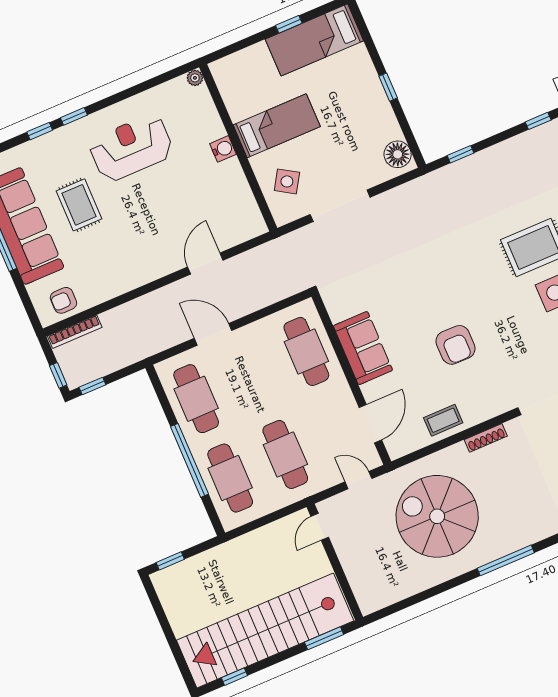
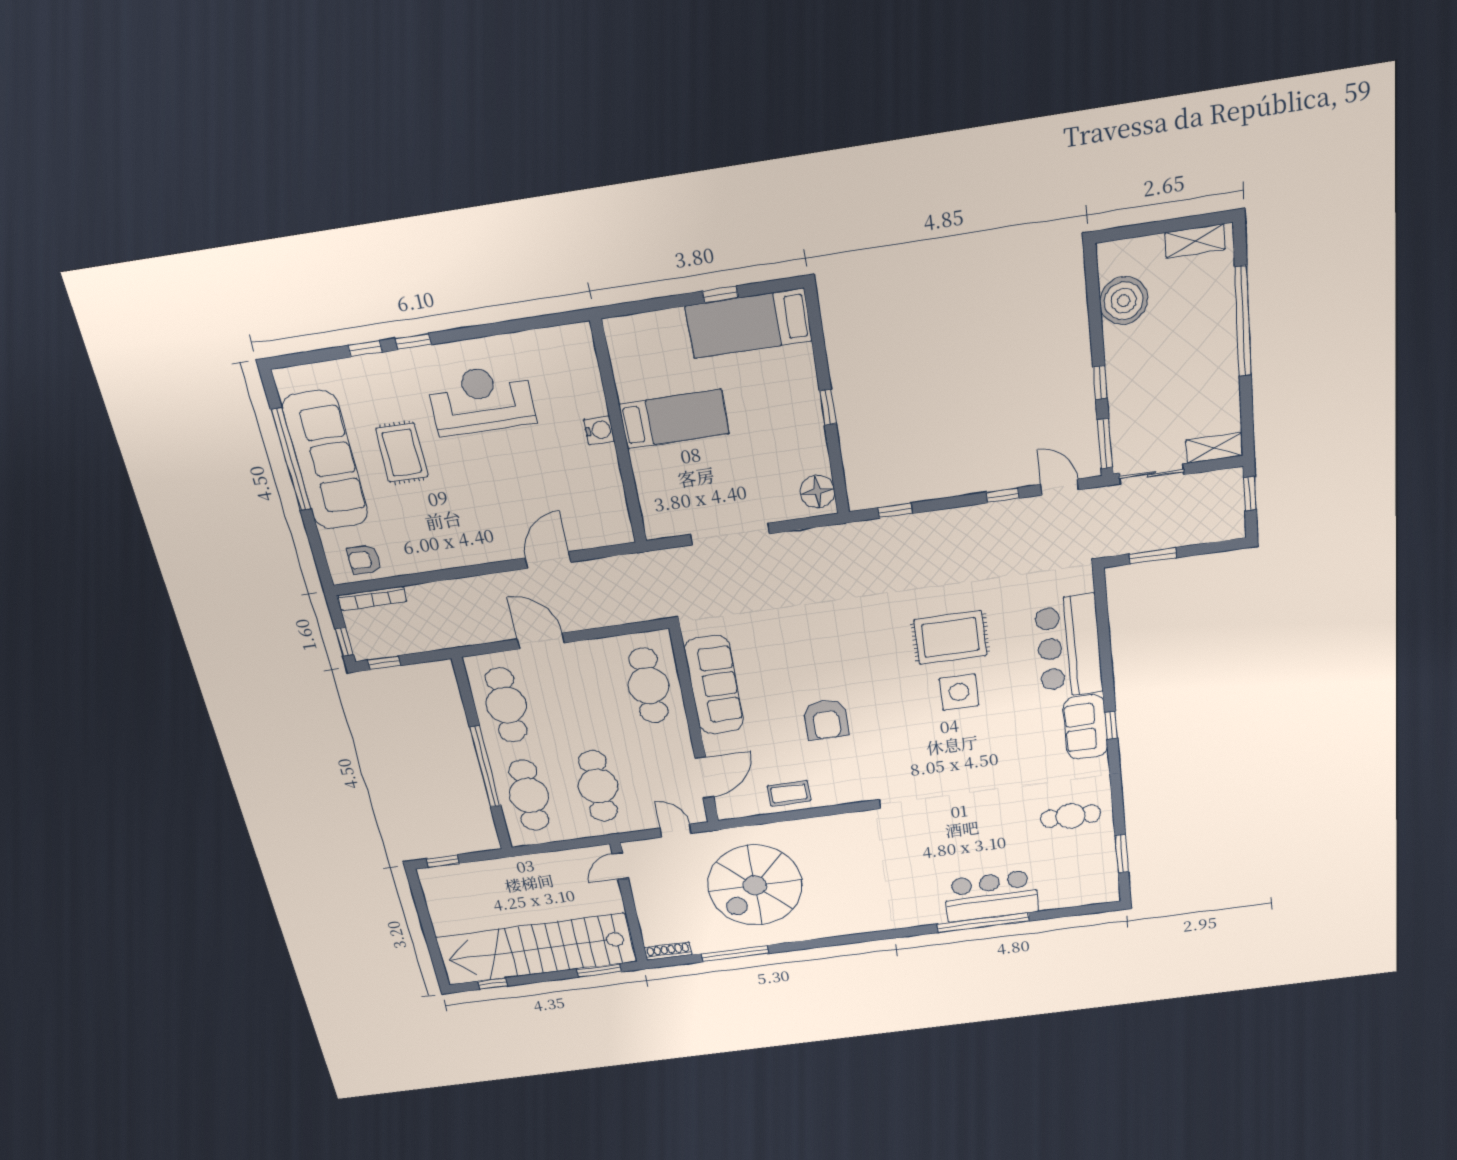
plant: (195, 78) -> (582, 332), removed
side table: (287, 181) -> (671, 489), removed
sofa: (363, 348) -> (714, 685), width x1.36
shoe rack: (486, 438) -> (668, 951), moved, turned 180
spiral stairs: (437, 516) -> (755, 885), turned -90
window: (506, 560) -> (735, 954), moved

